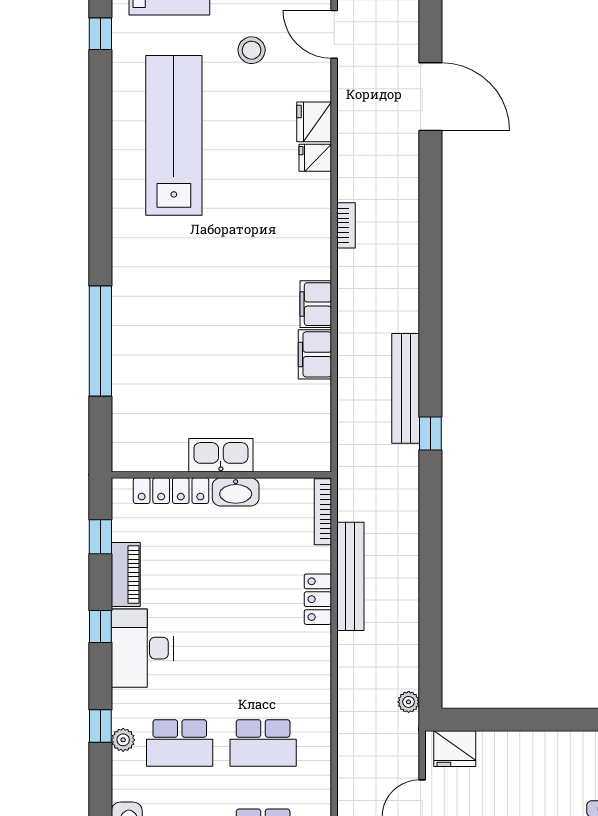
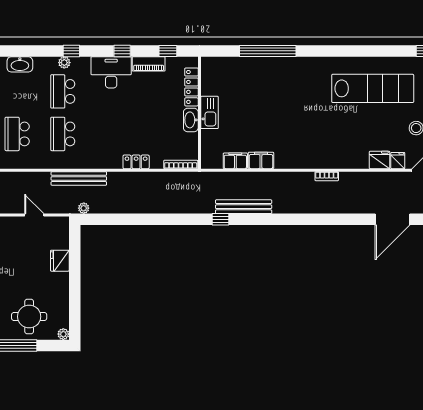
fridge: (315, 158) -> (398, 161), moved
filing cabinet: (316, 304) -> (235, 161), moved
bench: (350, 576) -> (79, 178), moved
fridge: (455, 749) -> (60, 261), moved

